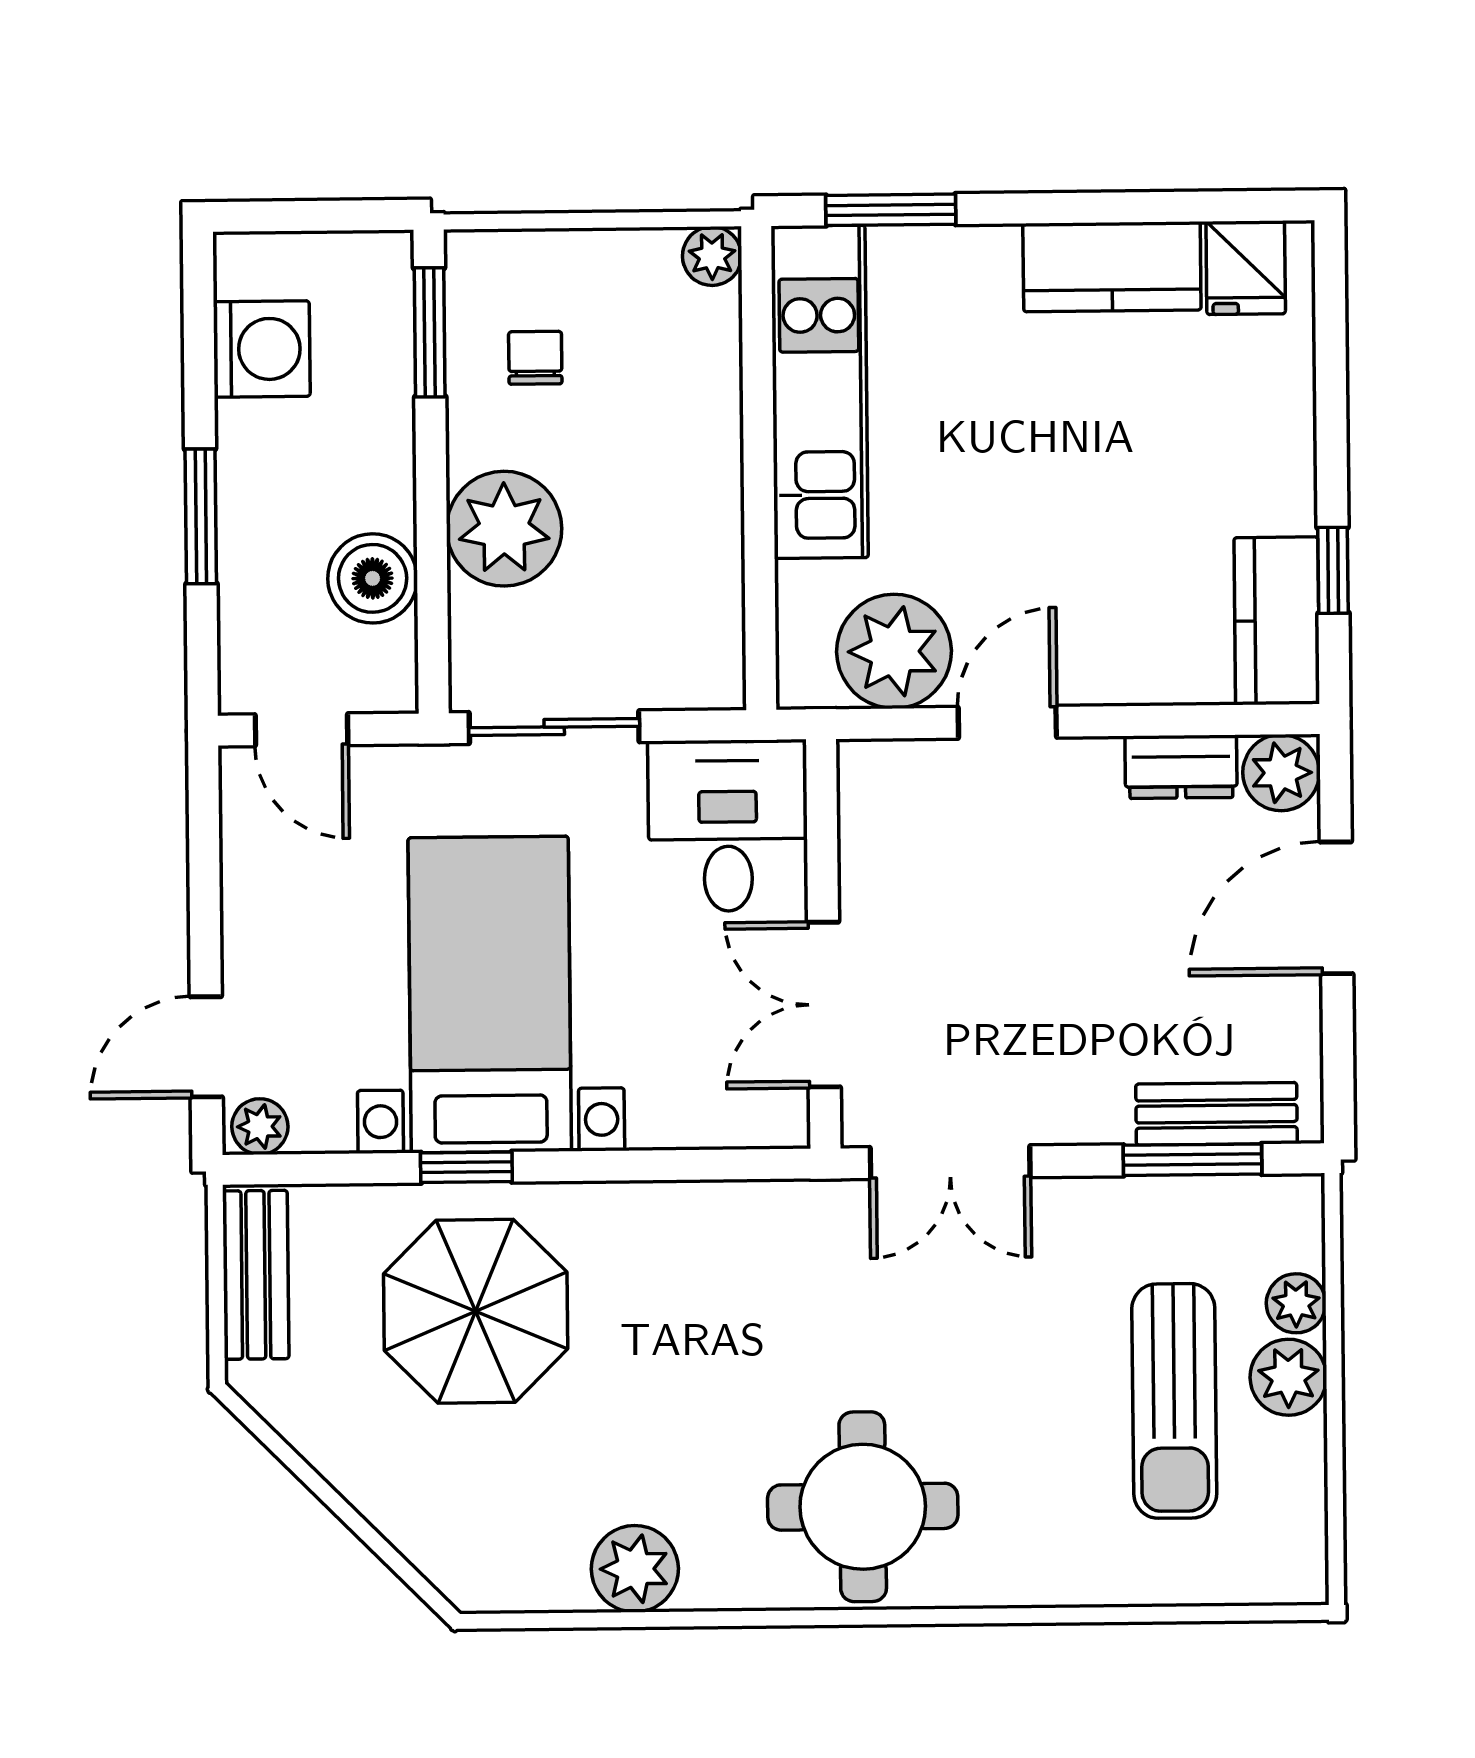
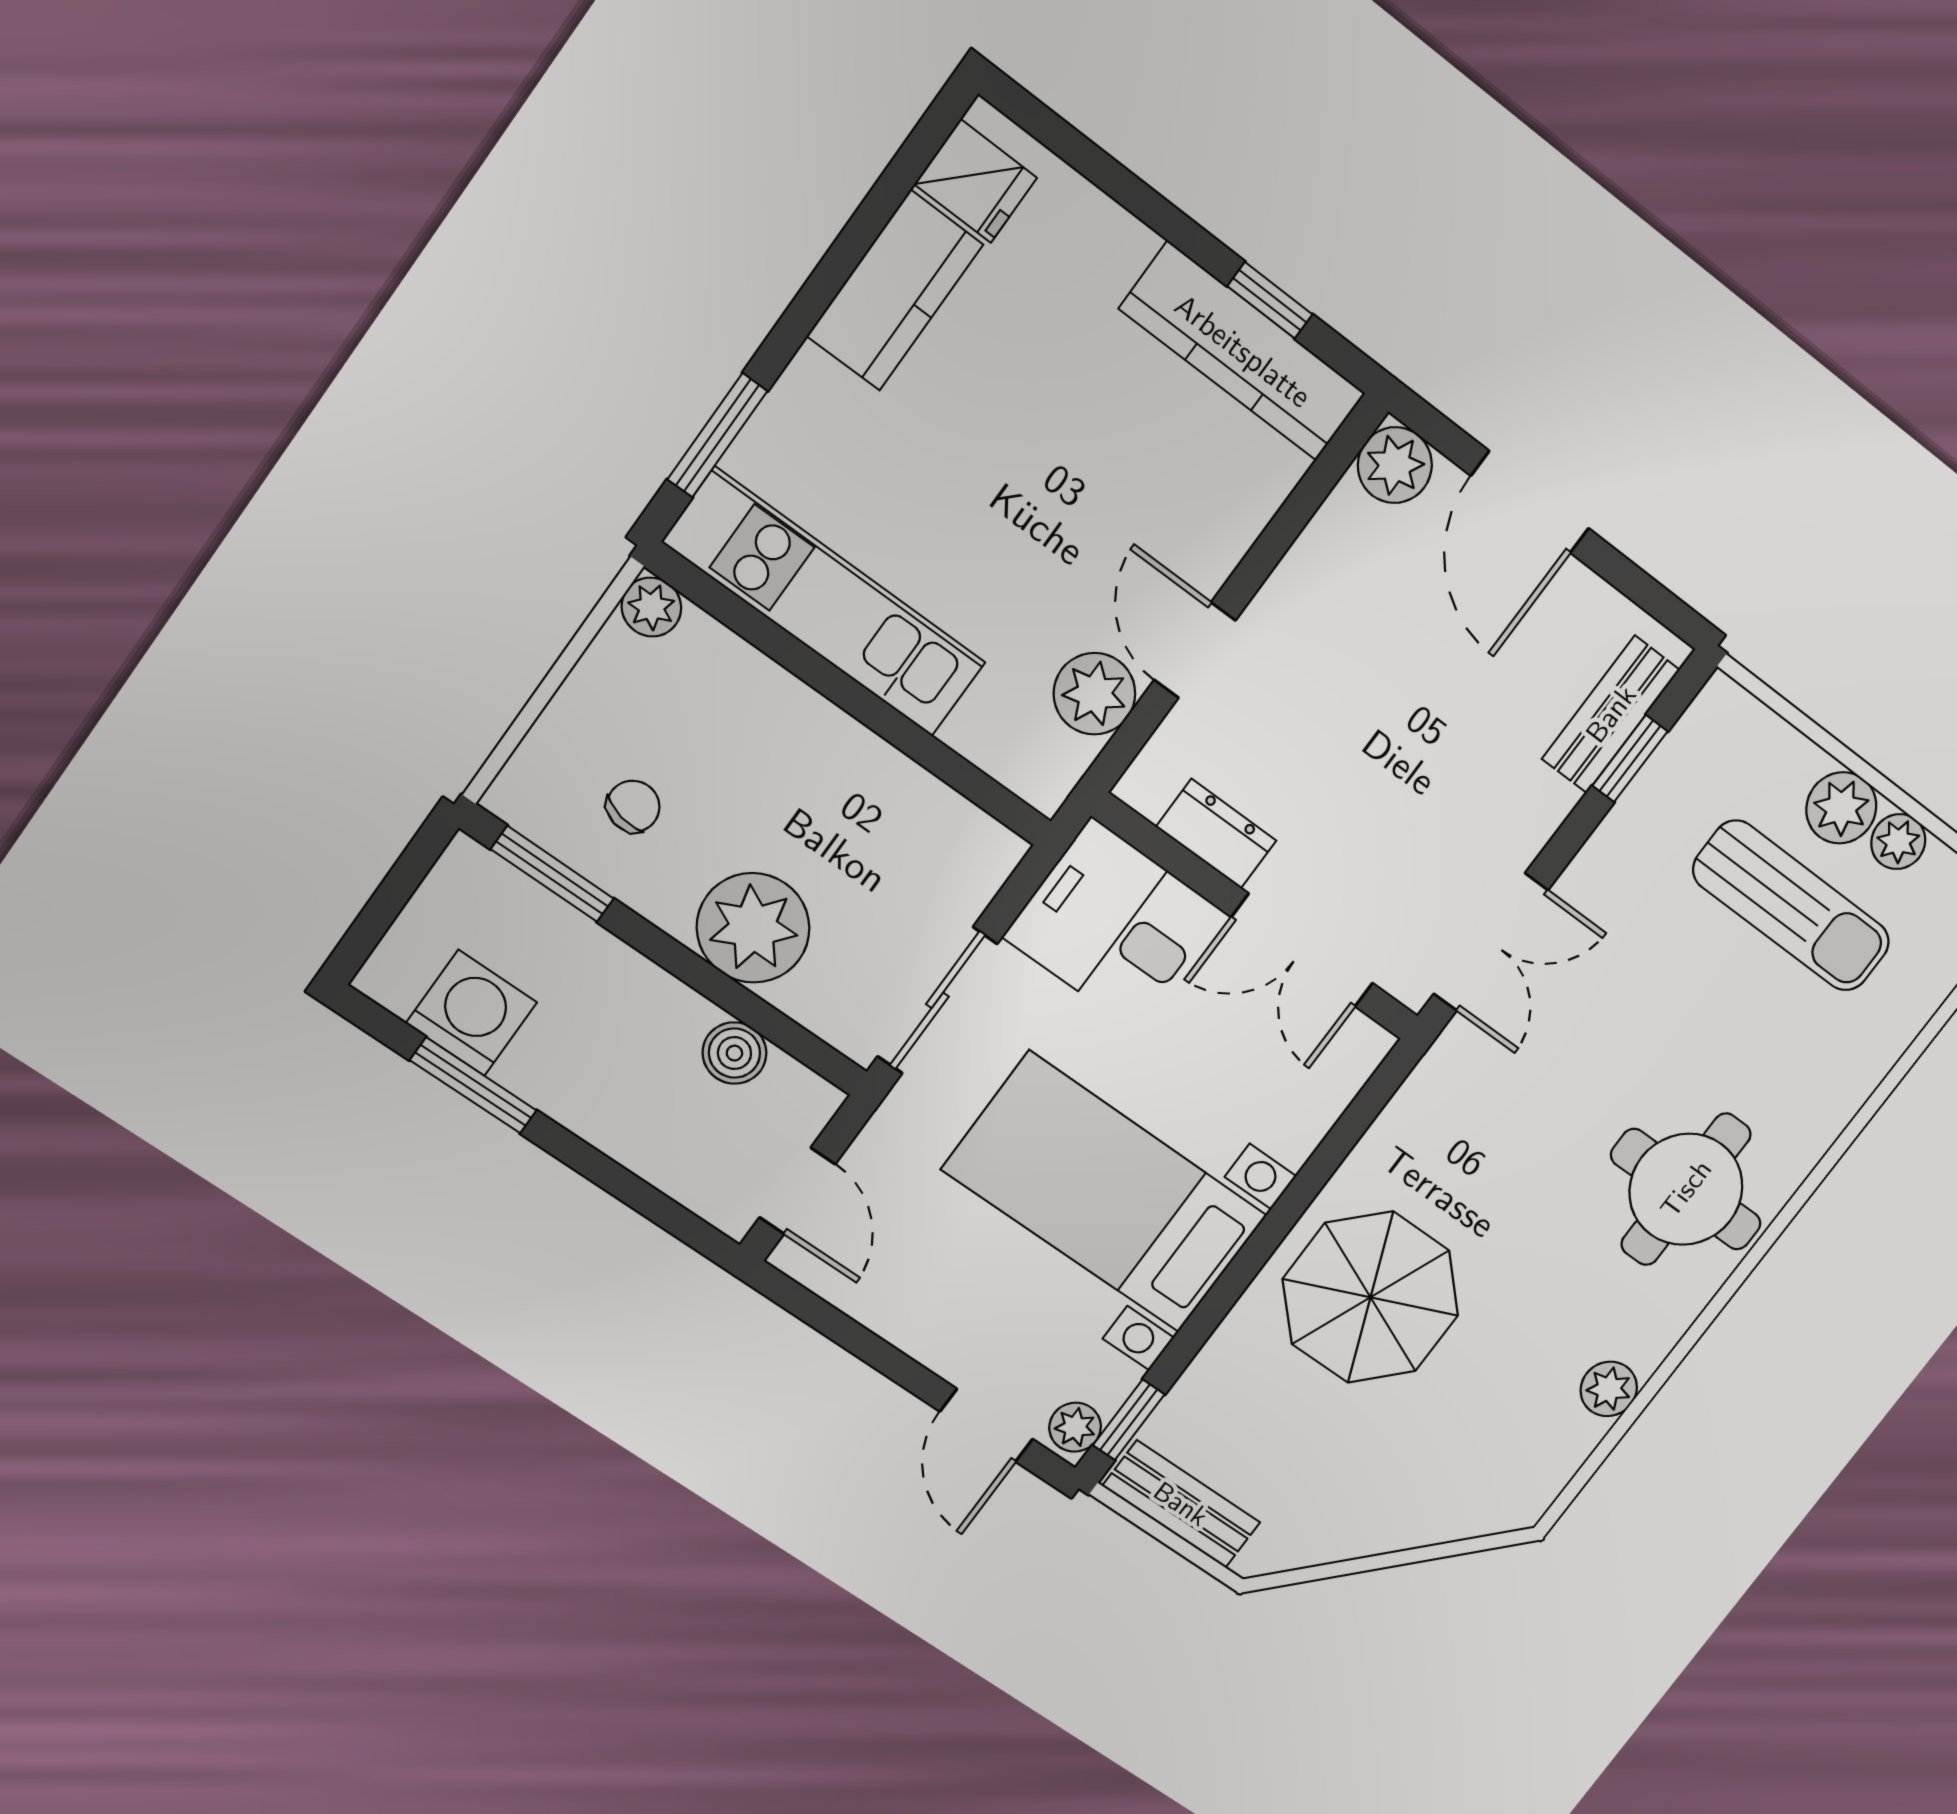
chair: (535, 358) -> (633, 806), turned 102
window: (201, 516) -> (473, 1085), moved
boiler: (373, 578) -> (734, 1053), width x0.73, depth x0.73
kitchen counter: (1277, 621) -> (1243, 351), width x1.50
plant: (894, 651) -> (1094, 694), width x0.73, depth x0.73
door: (301, 730) -> (797, 1191), hinge flipped
dresser: (1181, 767) -> (1216, 834), moved, turned -90
window: (1193, 1160) -> (1630, 759), width x0.67
window: (466, 1167) -> (1129, 1420), moved
plant: (1296, 1303) -> (1898, 842), moved
parasol: (476, 1311) -> (1370, 1297), moved
plant: (635, 1569) -> (1609, 1389), width x0.73, depth x0.73

